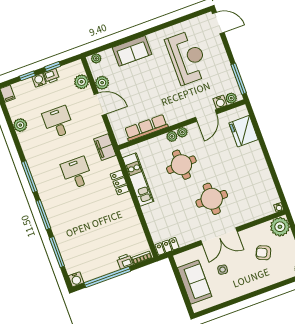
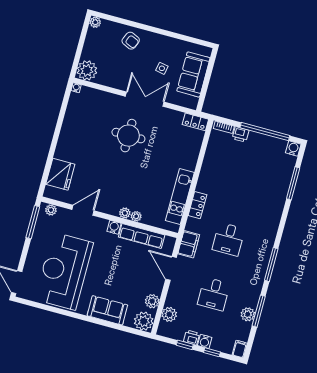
plant: (96, 58) -> (144, 321), width x1.88, depth x1.88
reception desk: (187, 58) -> (64, 271), width x1.36, depth x1.30
water cooler: (220, 102) -> (114, 227), moved
door: (100, 104) -> (171, 268), moved
plant: (182, 132) -> (136, 216), moved
round table: (181, 165) -> (134, 183), removed
window: (43, 215) -> (259, 311), moved
armchair: (263, 253) -> (131, 41), moved

